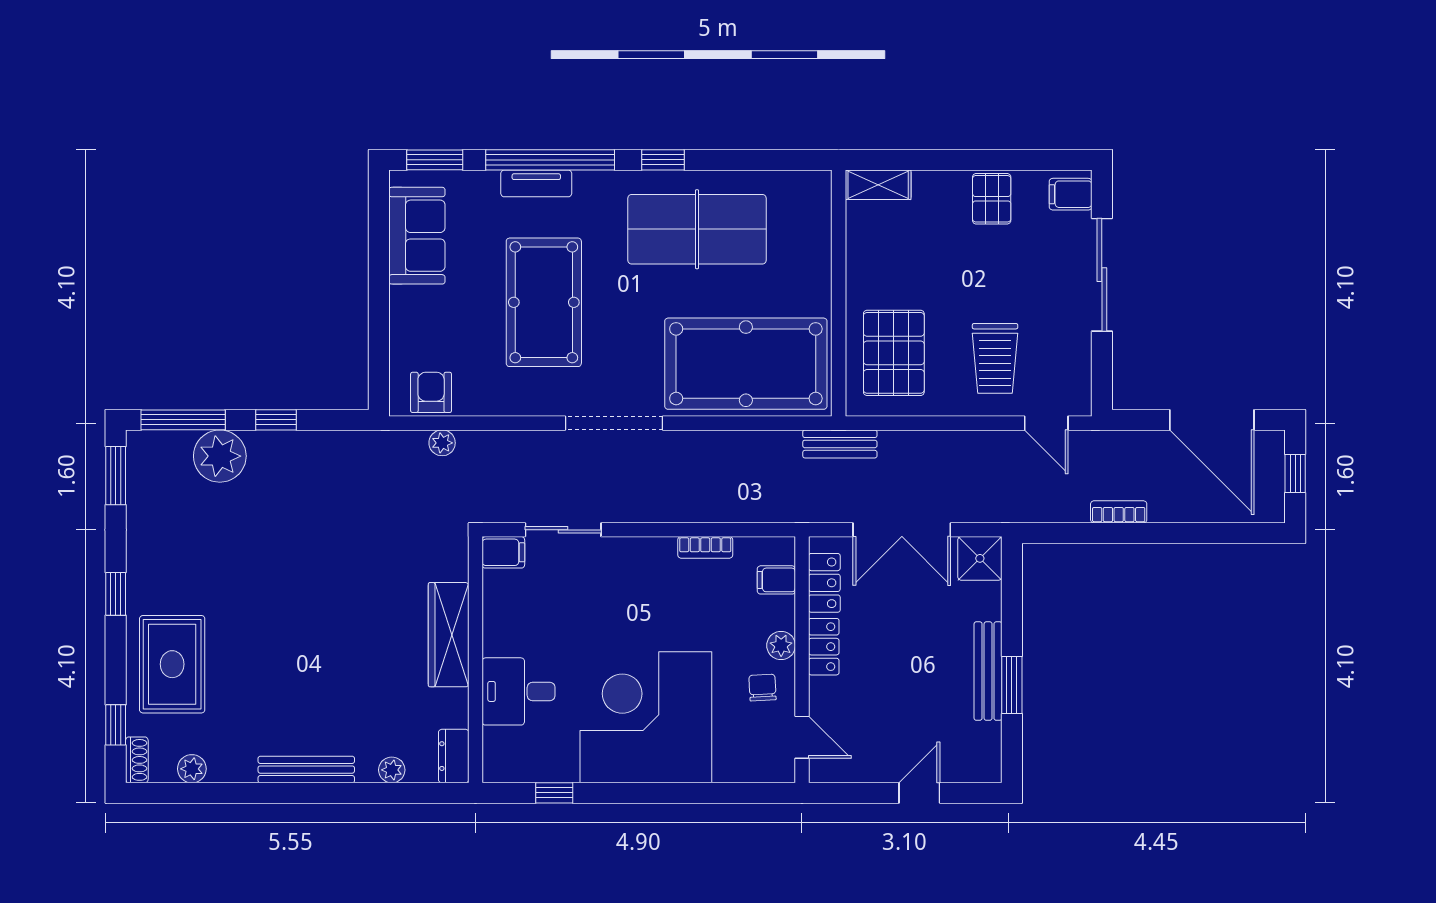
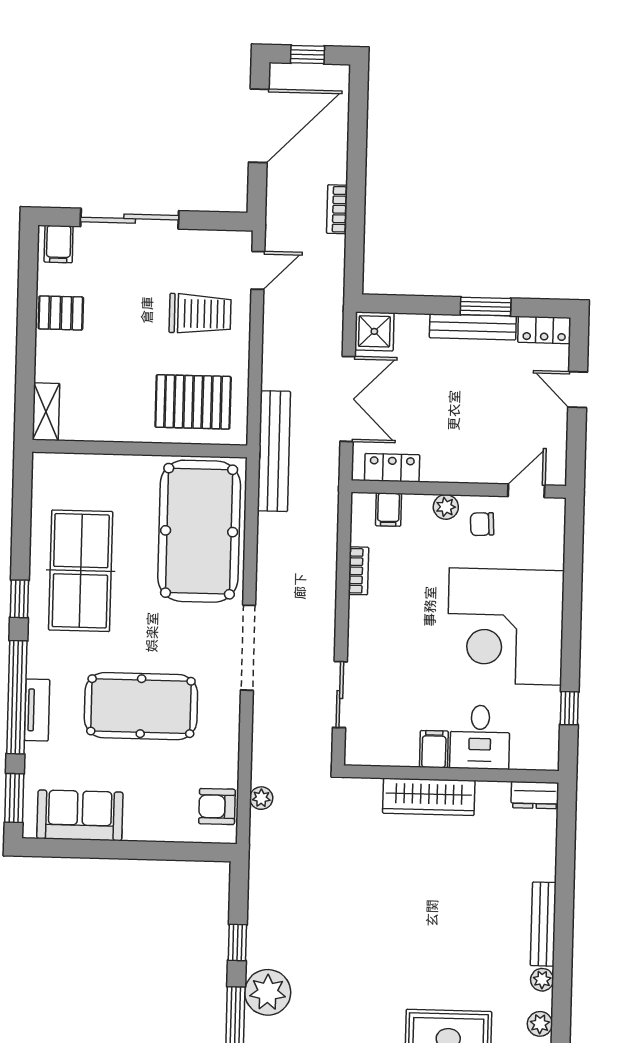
bench: (840, 444) -> (274, 451), width x1.86, depth x1.21
filing cabinet: (503, 552) -> (434, 749), moved
locker: (824, 647) -> (544, 330), moved, turned 180
plant: (392, 770) -> (542, 980), moved

